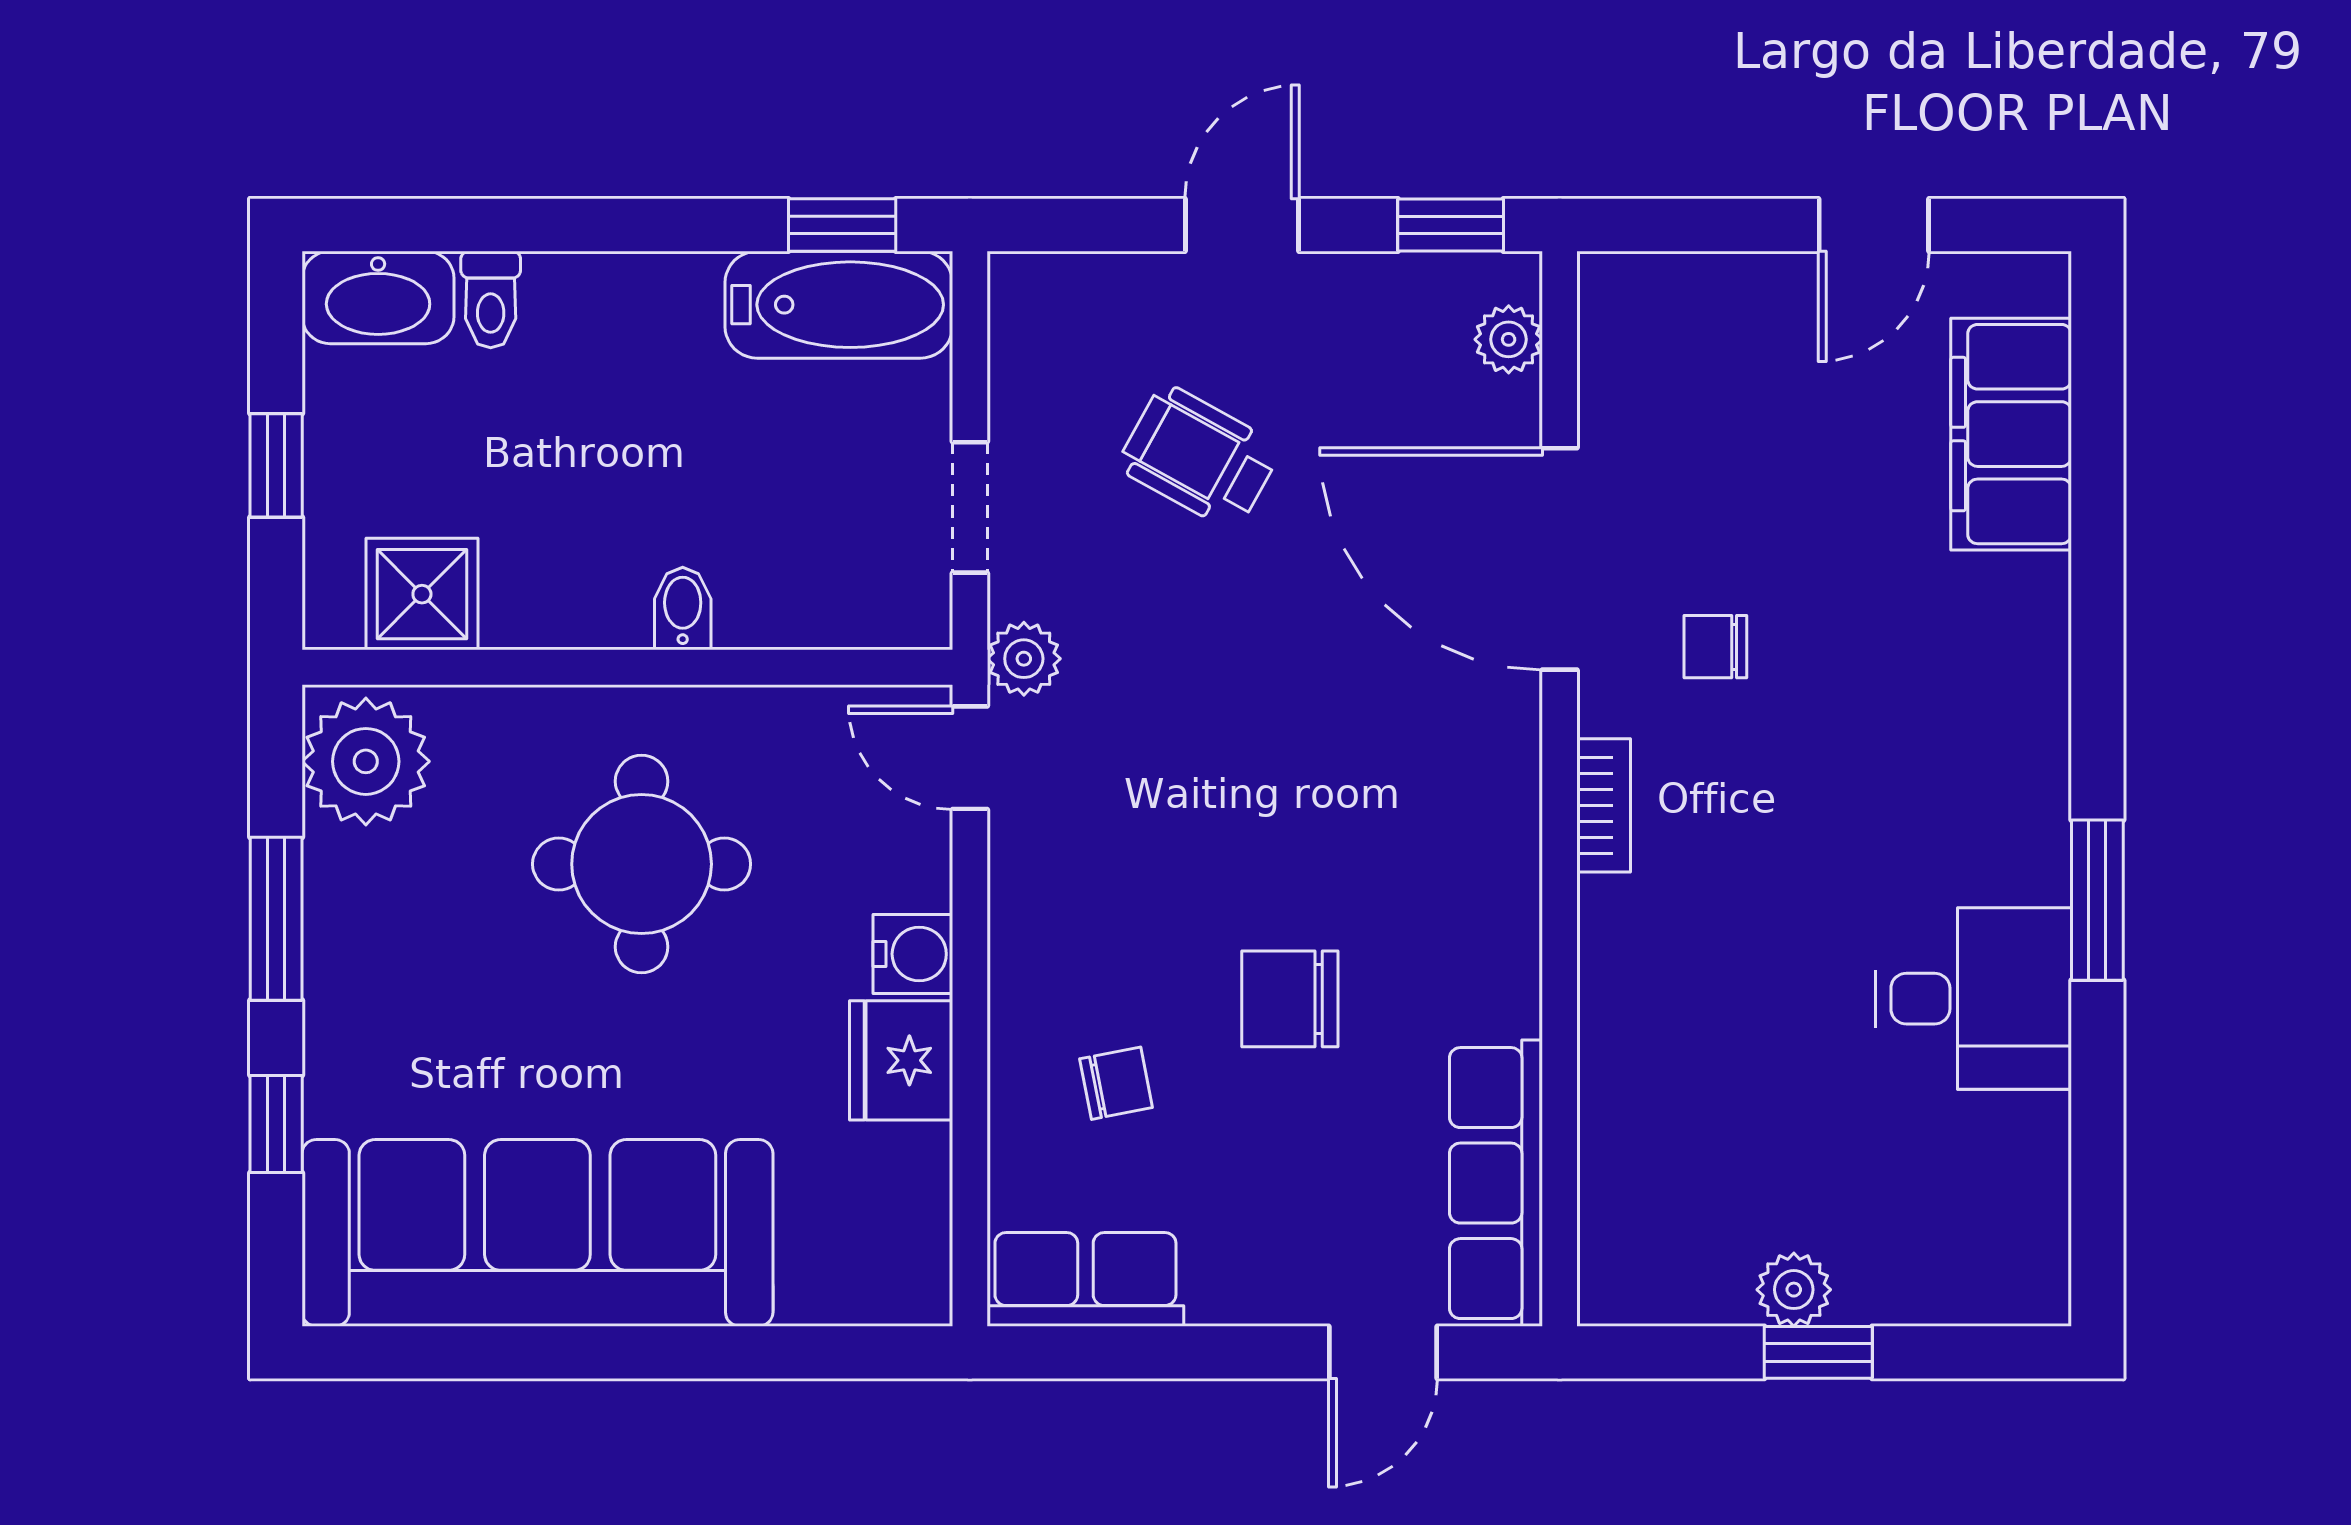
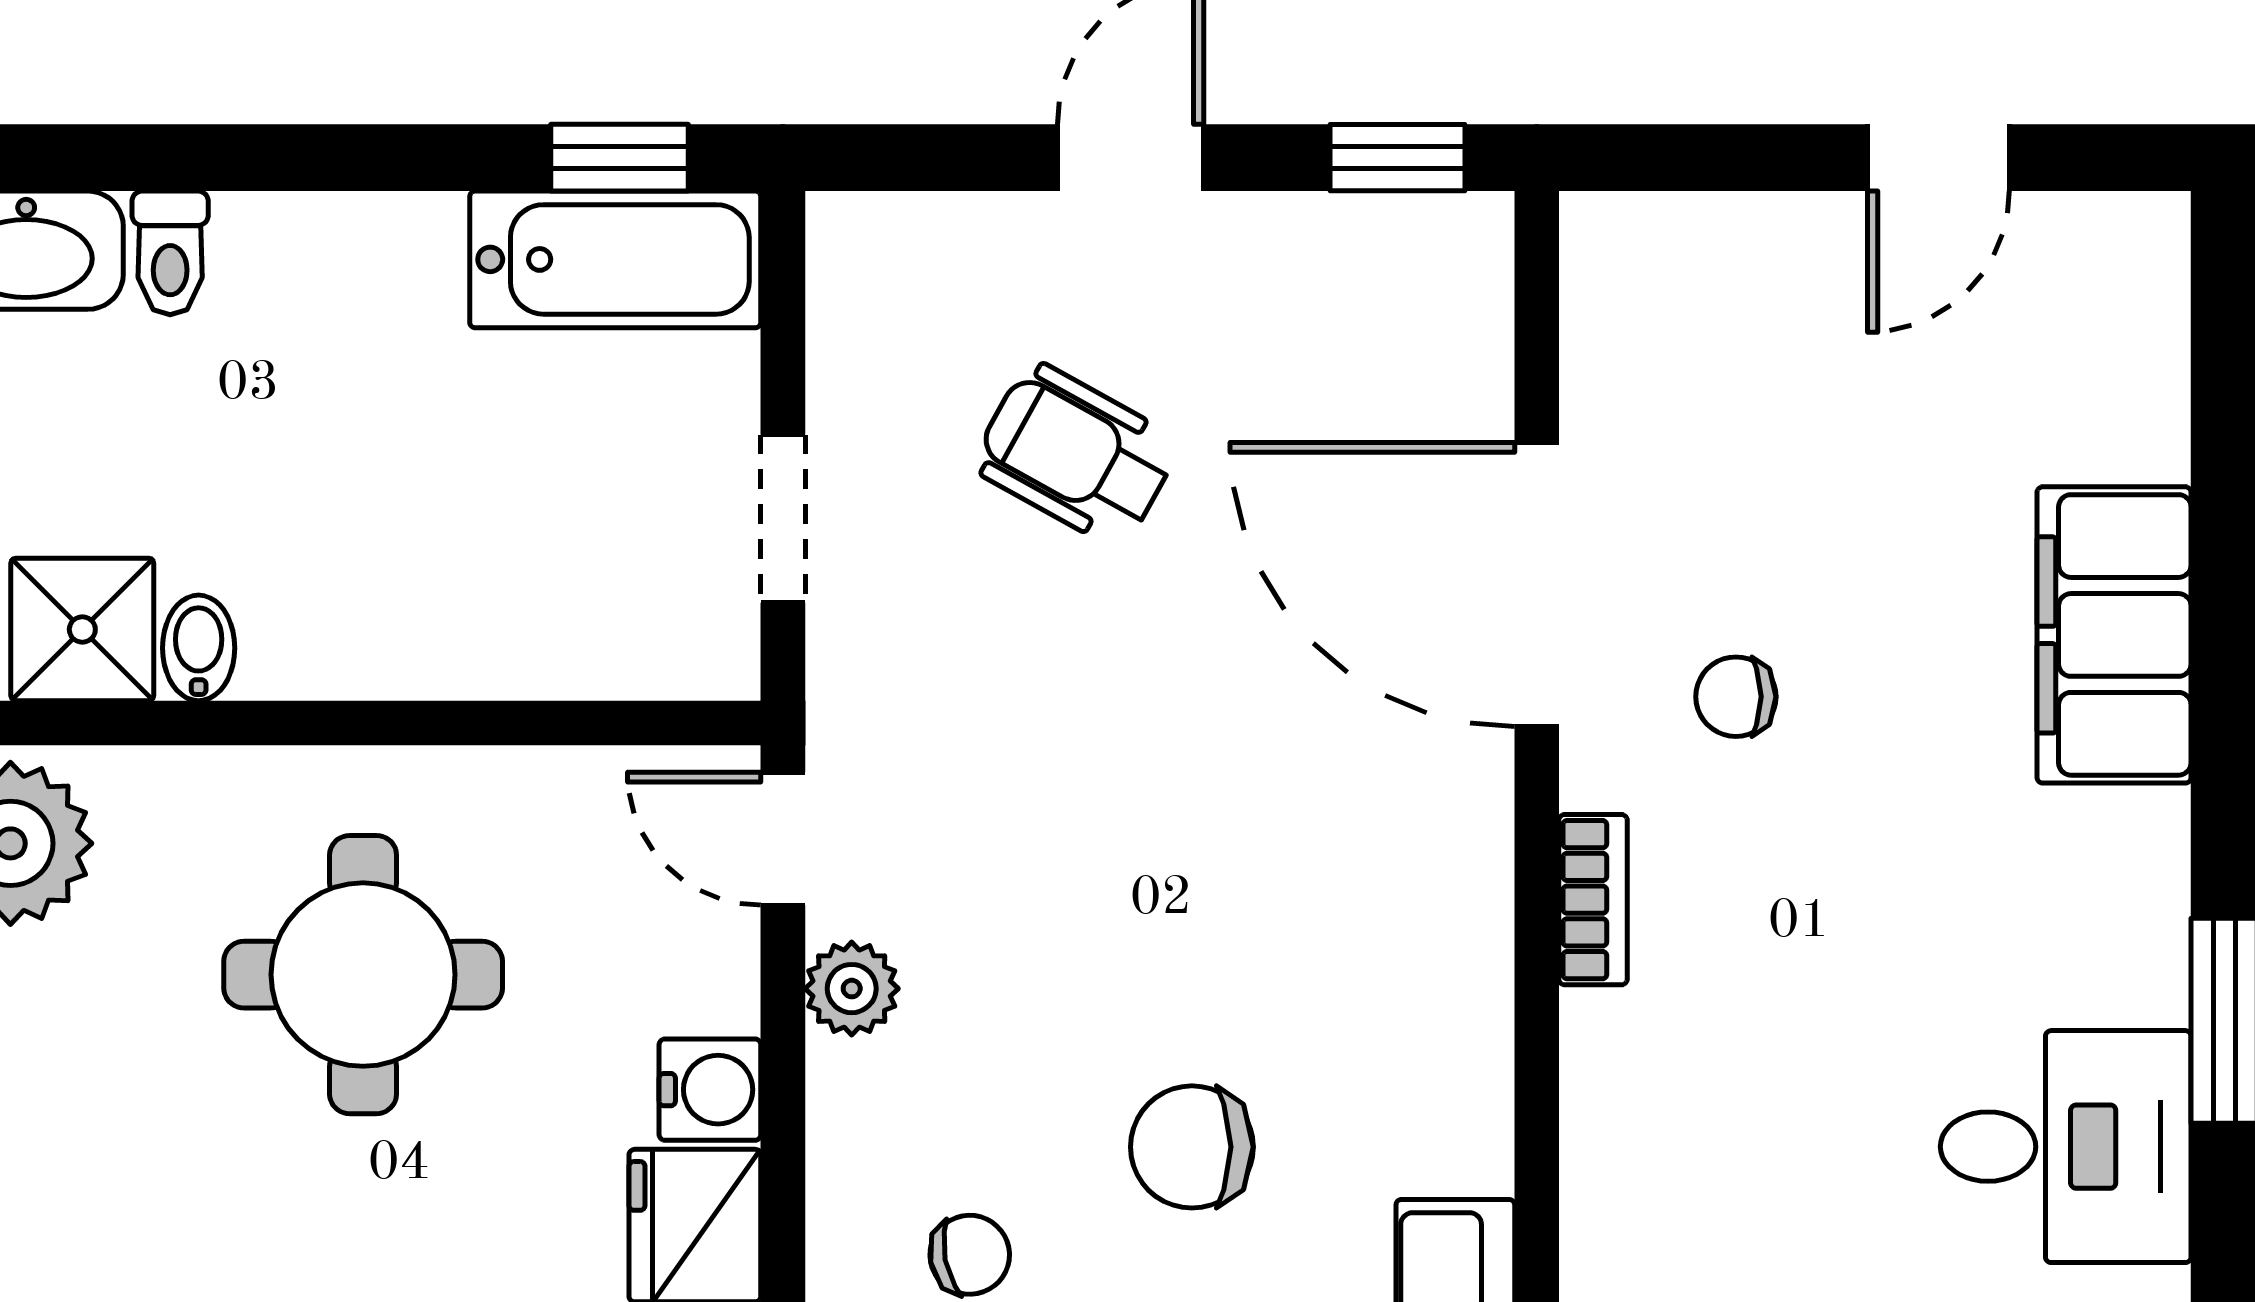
plant: (1509, 339) -> (1471, 304), removed
filing cabinet: (2011, 434) -> (2114, 635), moved
bidet: (683, 608) -> (199, 648), moved
plant: (1024, 659) -> (852, 989), moved

